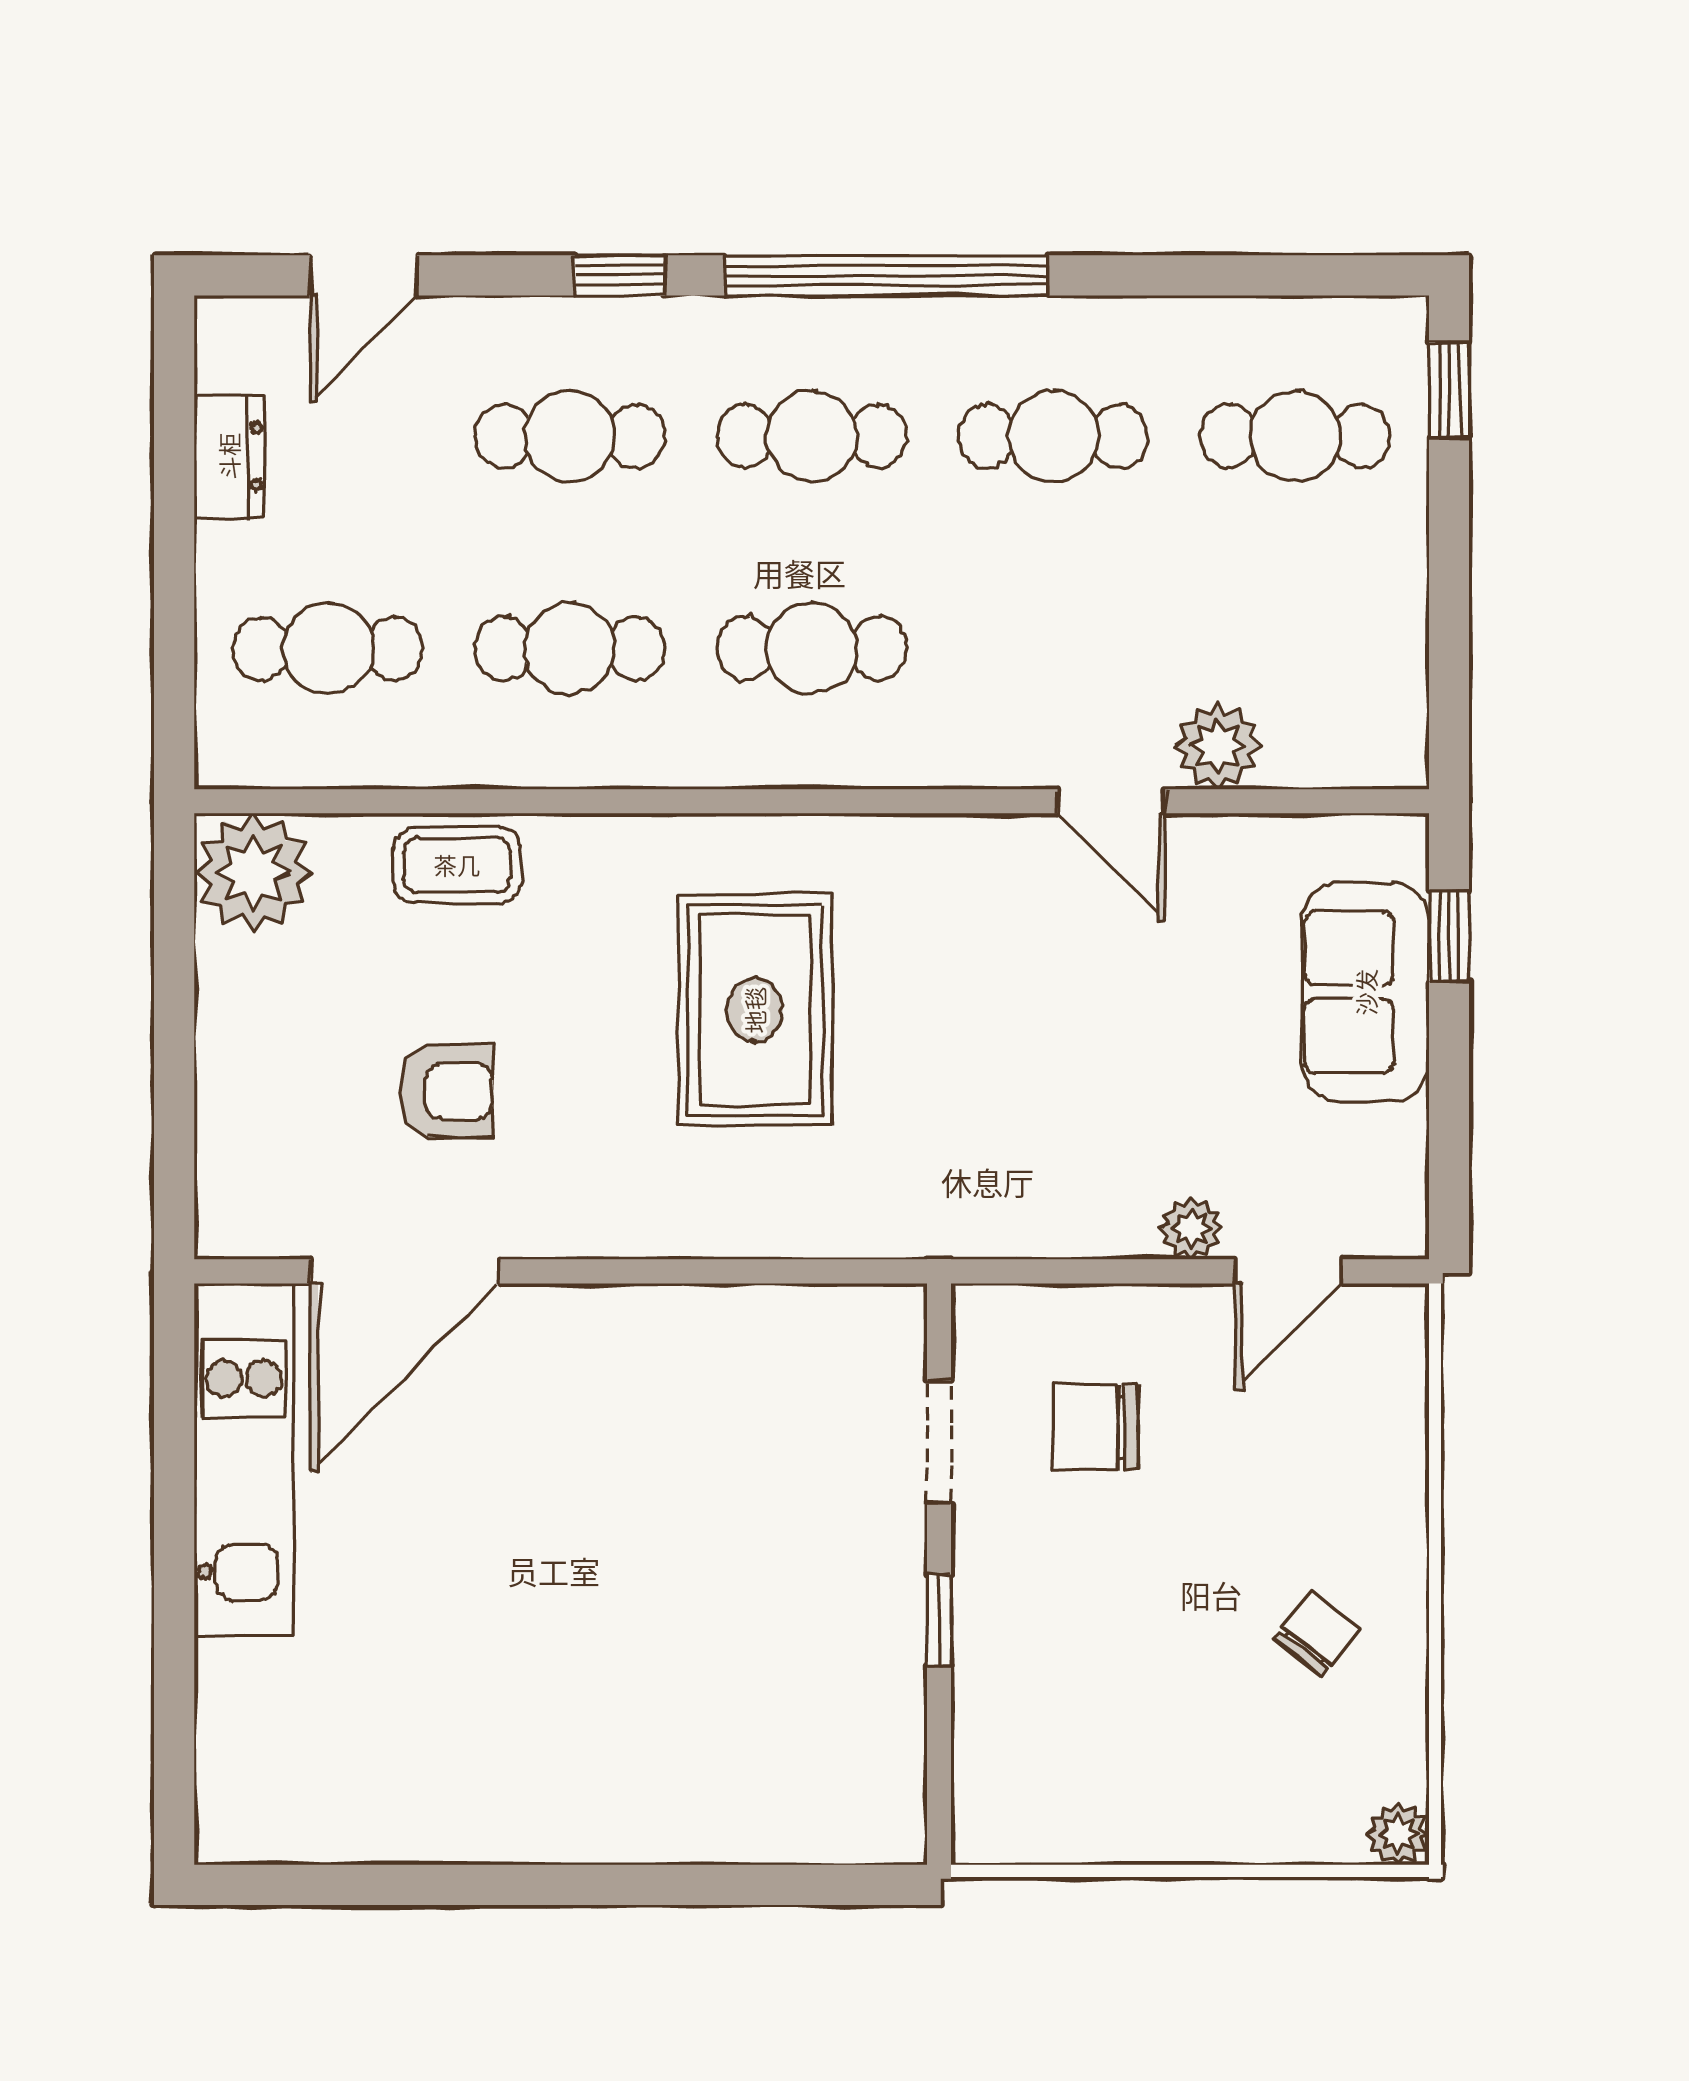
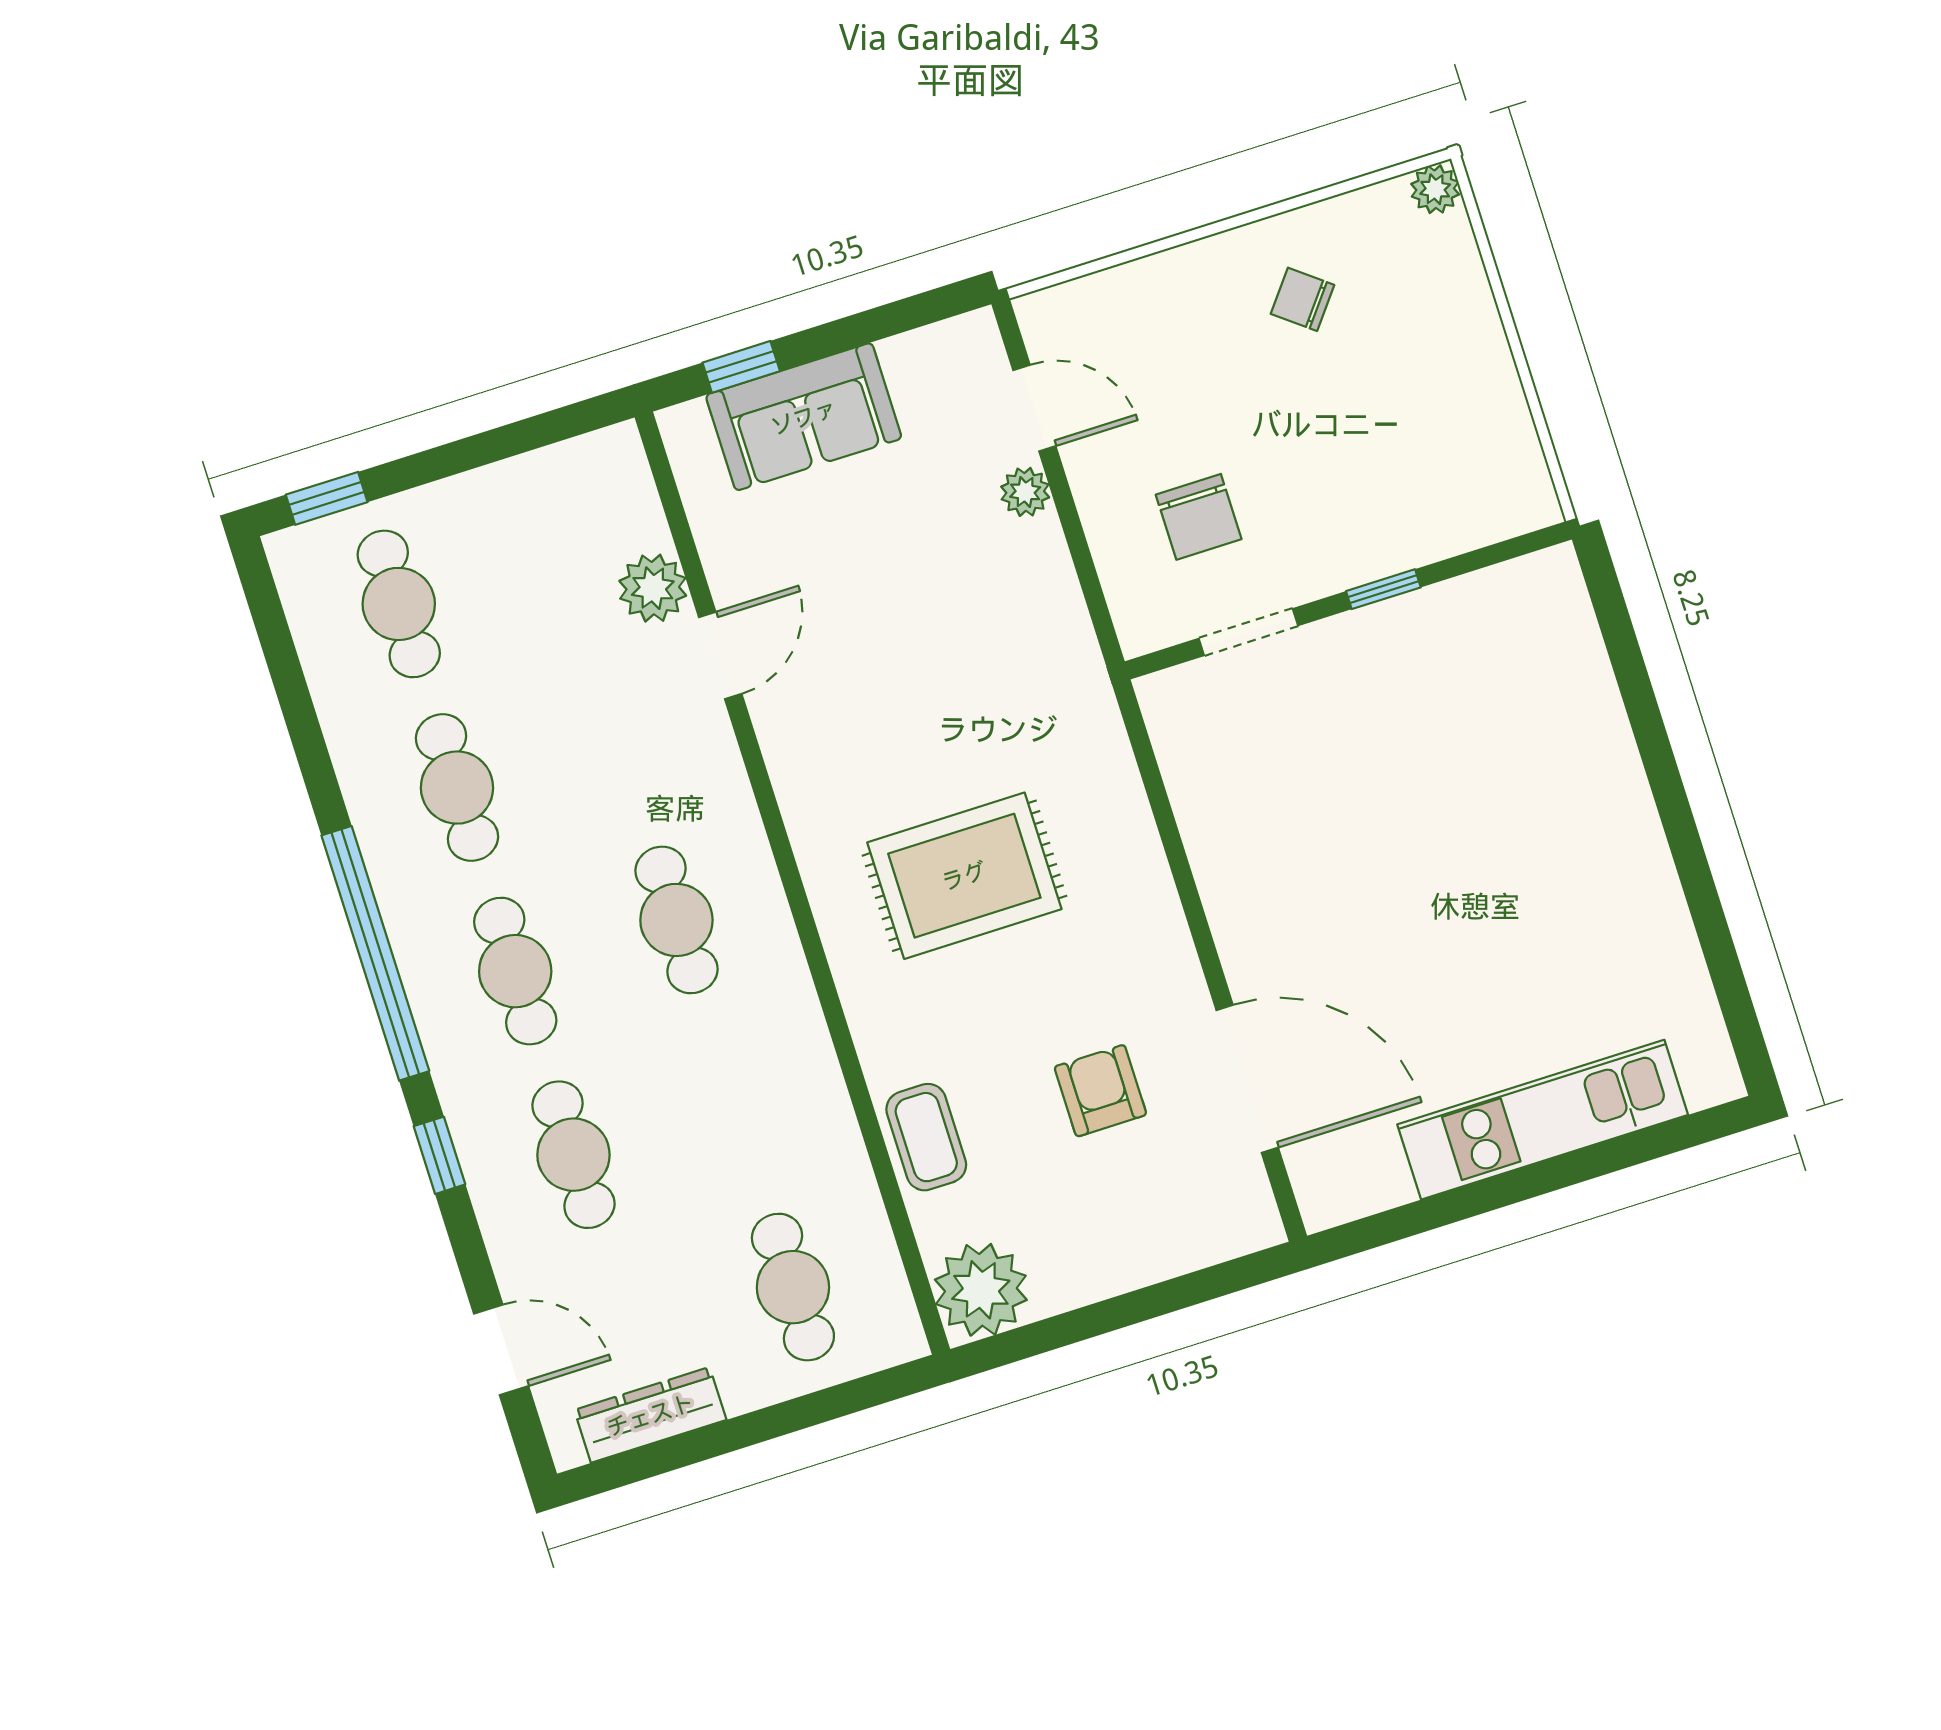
dresser: (229, 456) -> (650, 1415), width x1.44
cafe table: (570, 649) -> (735, 1104), removed
kitchen unit: (244, 1459) -> (1543, 1120), moved

